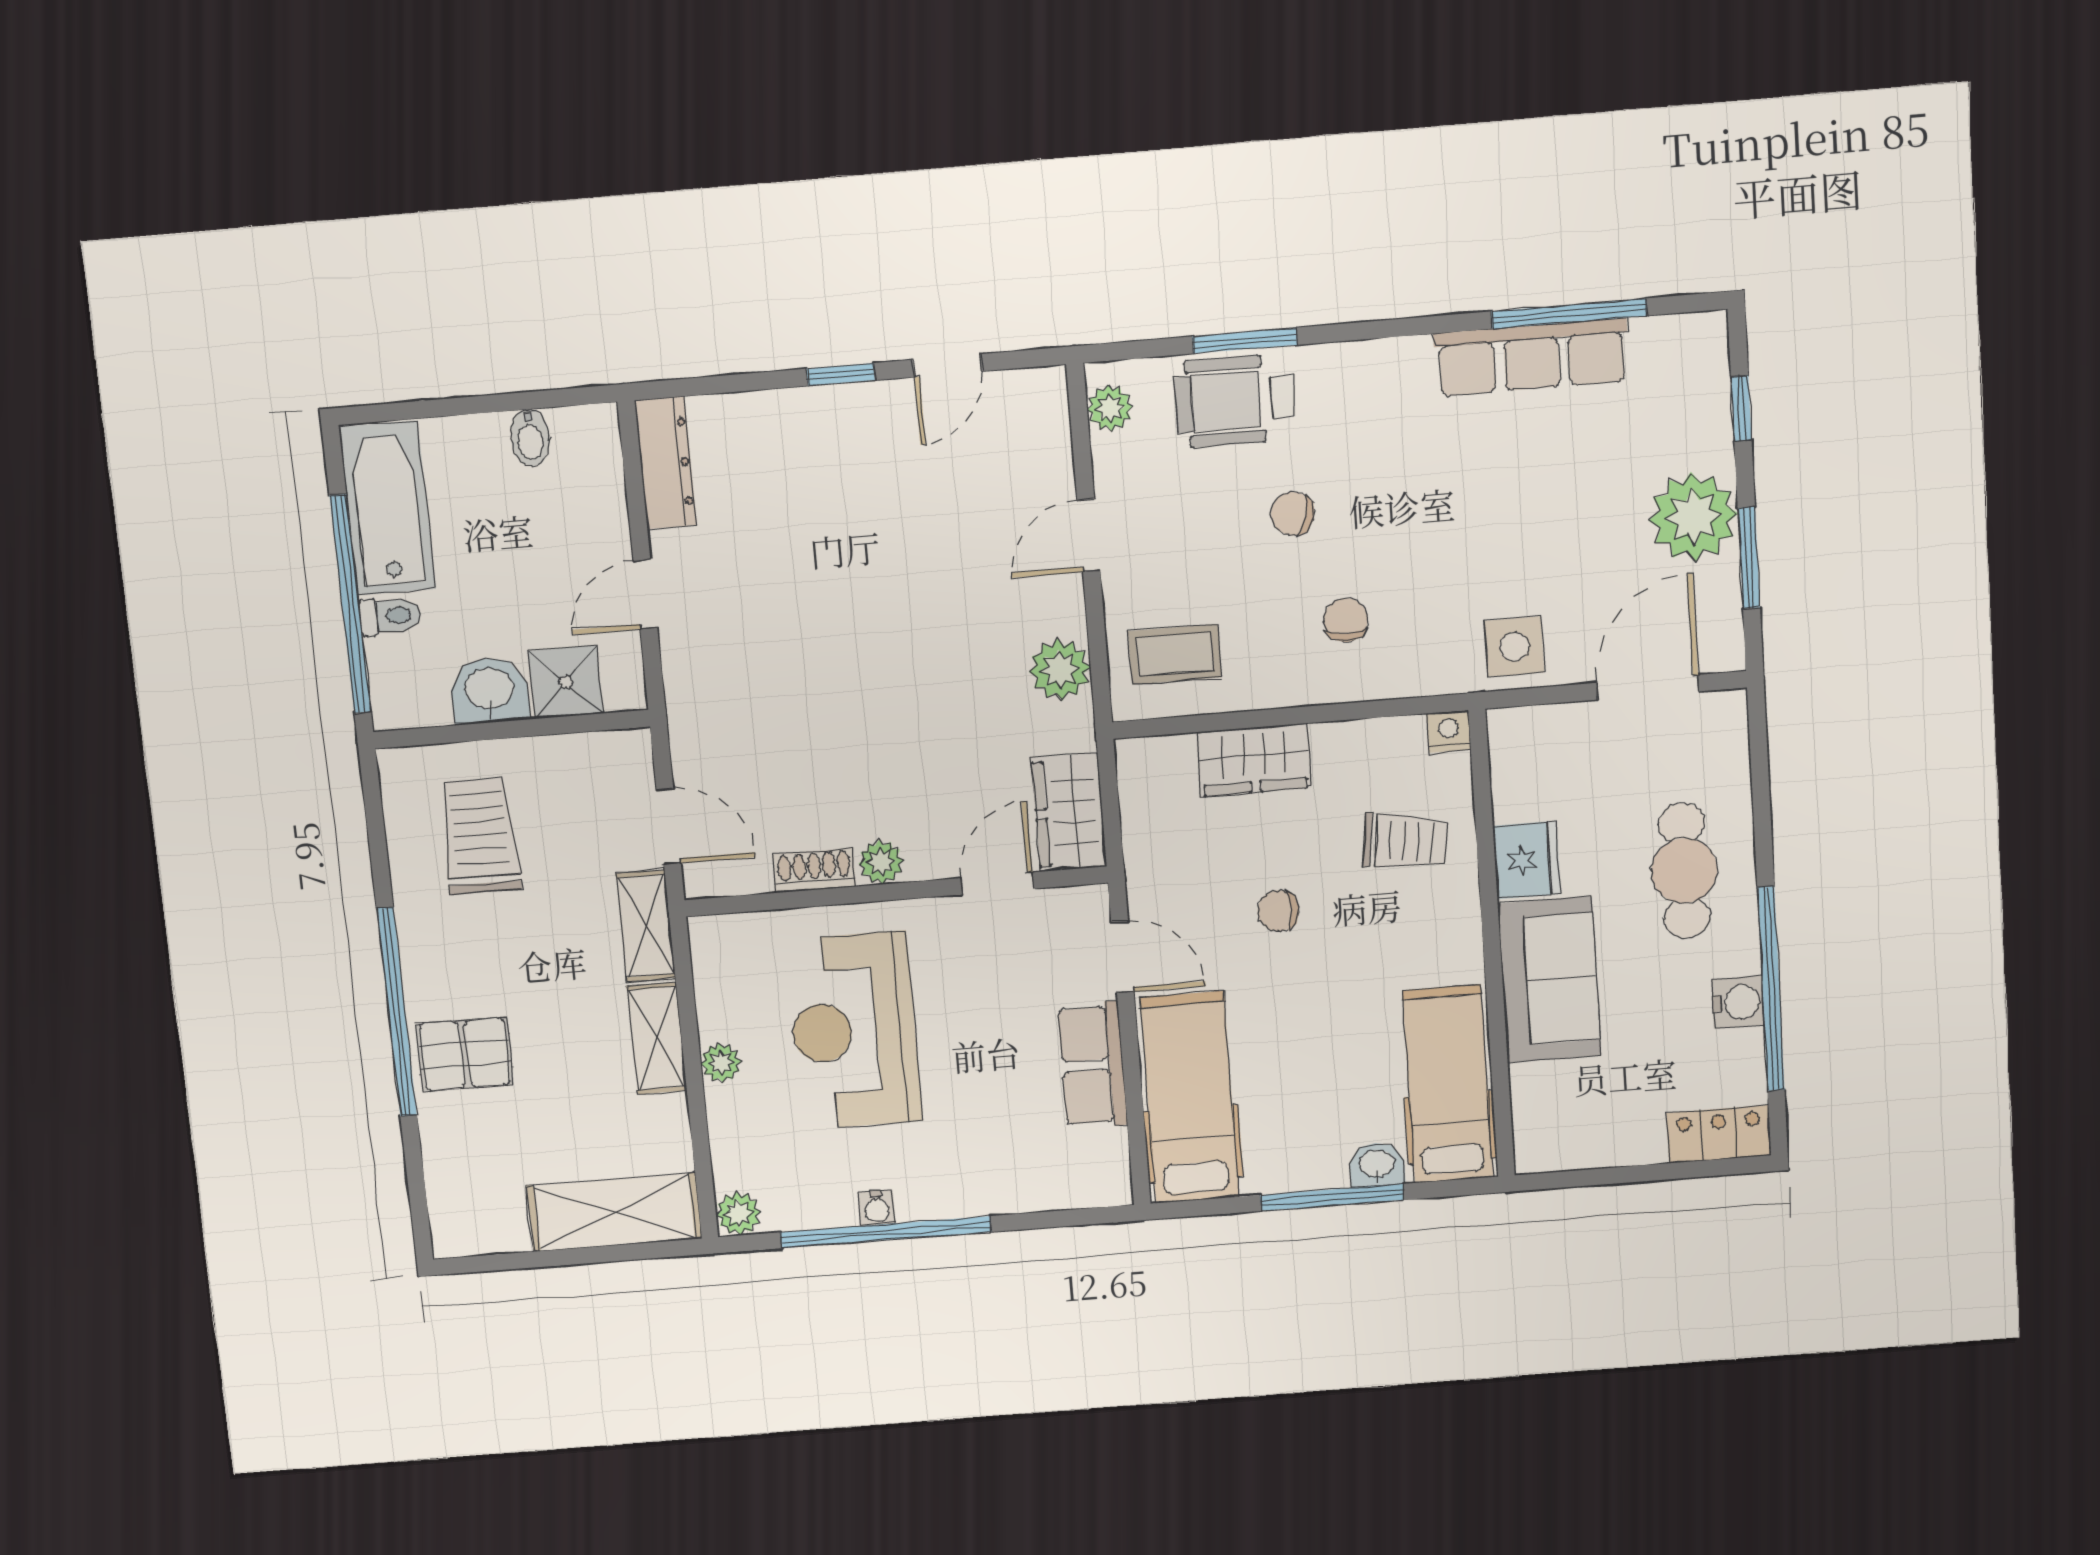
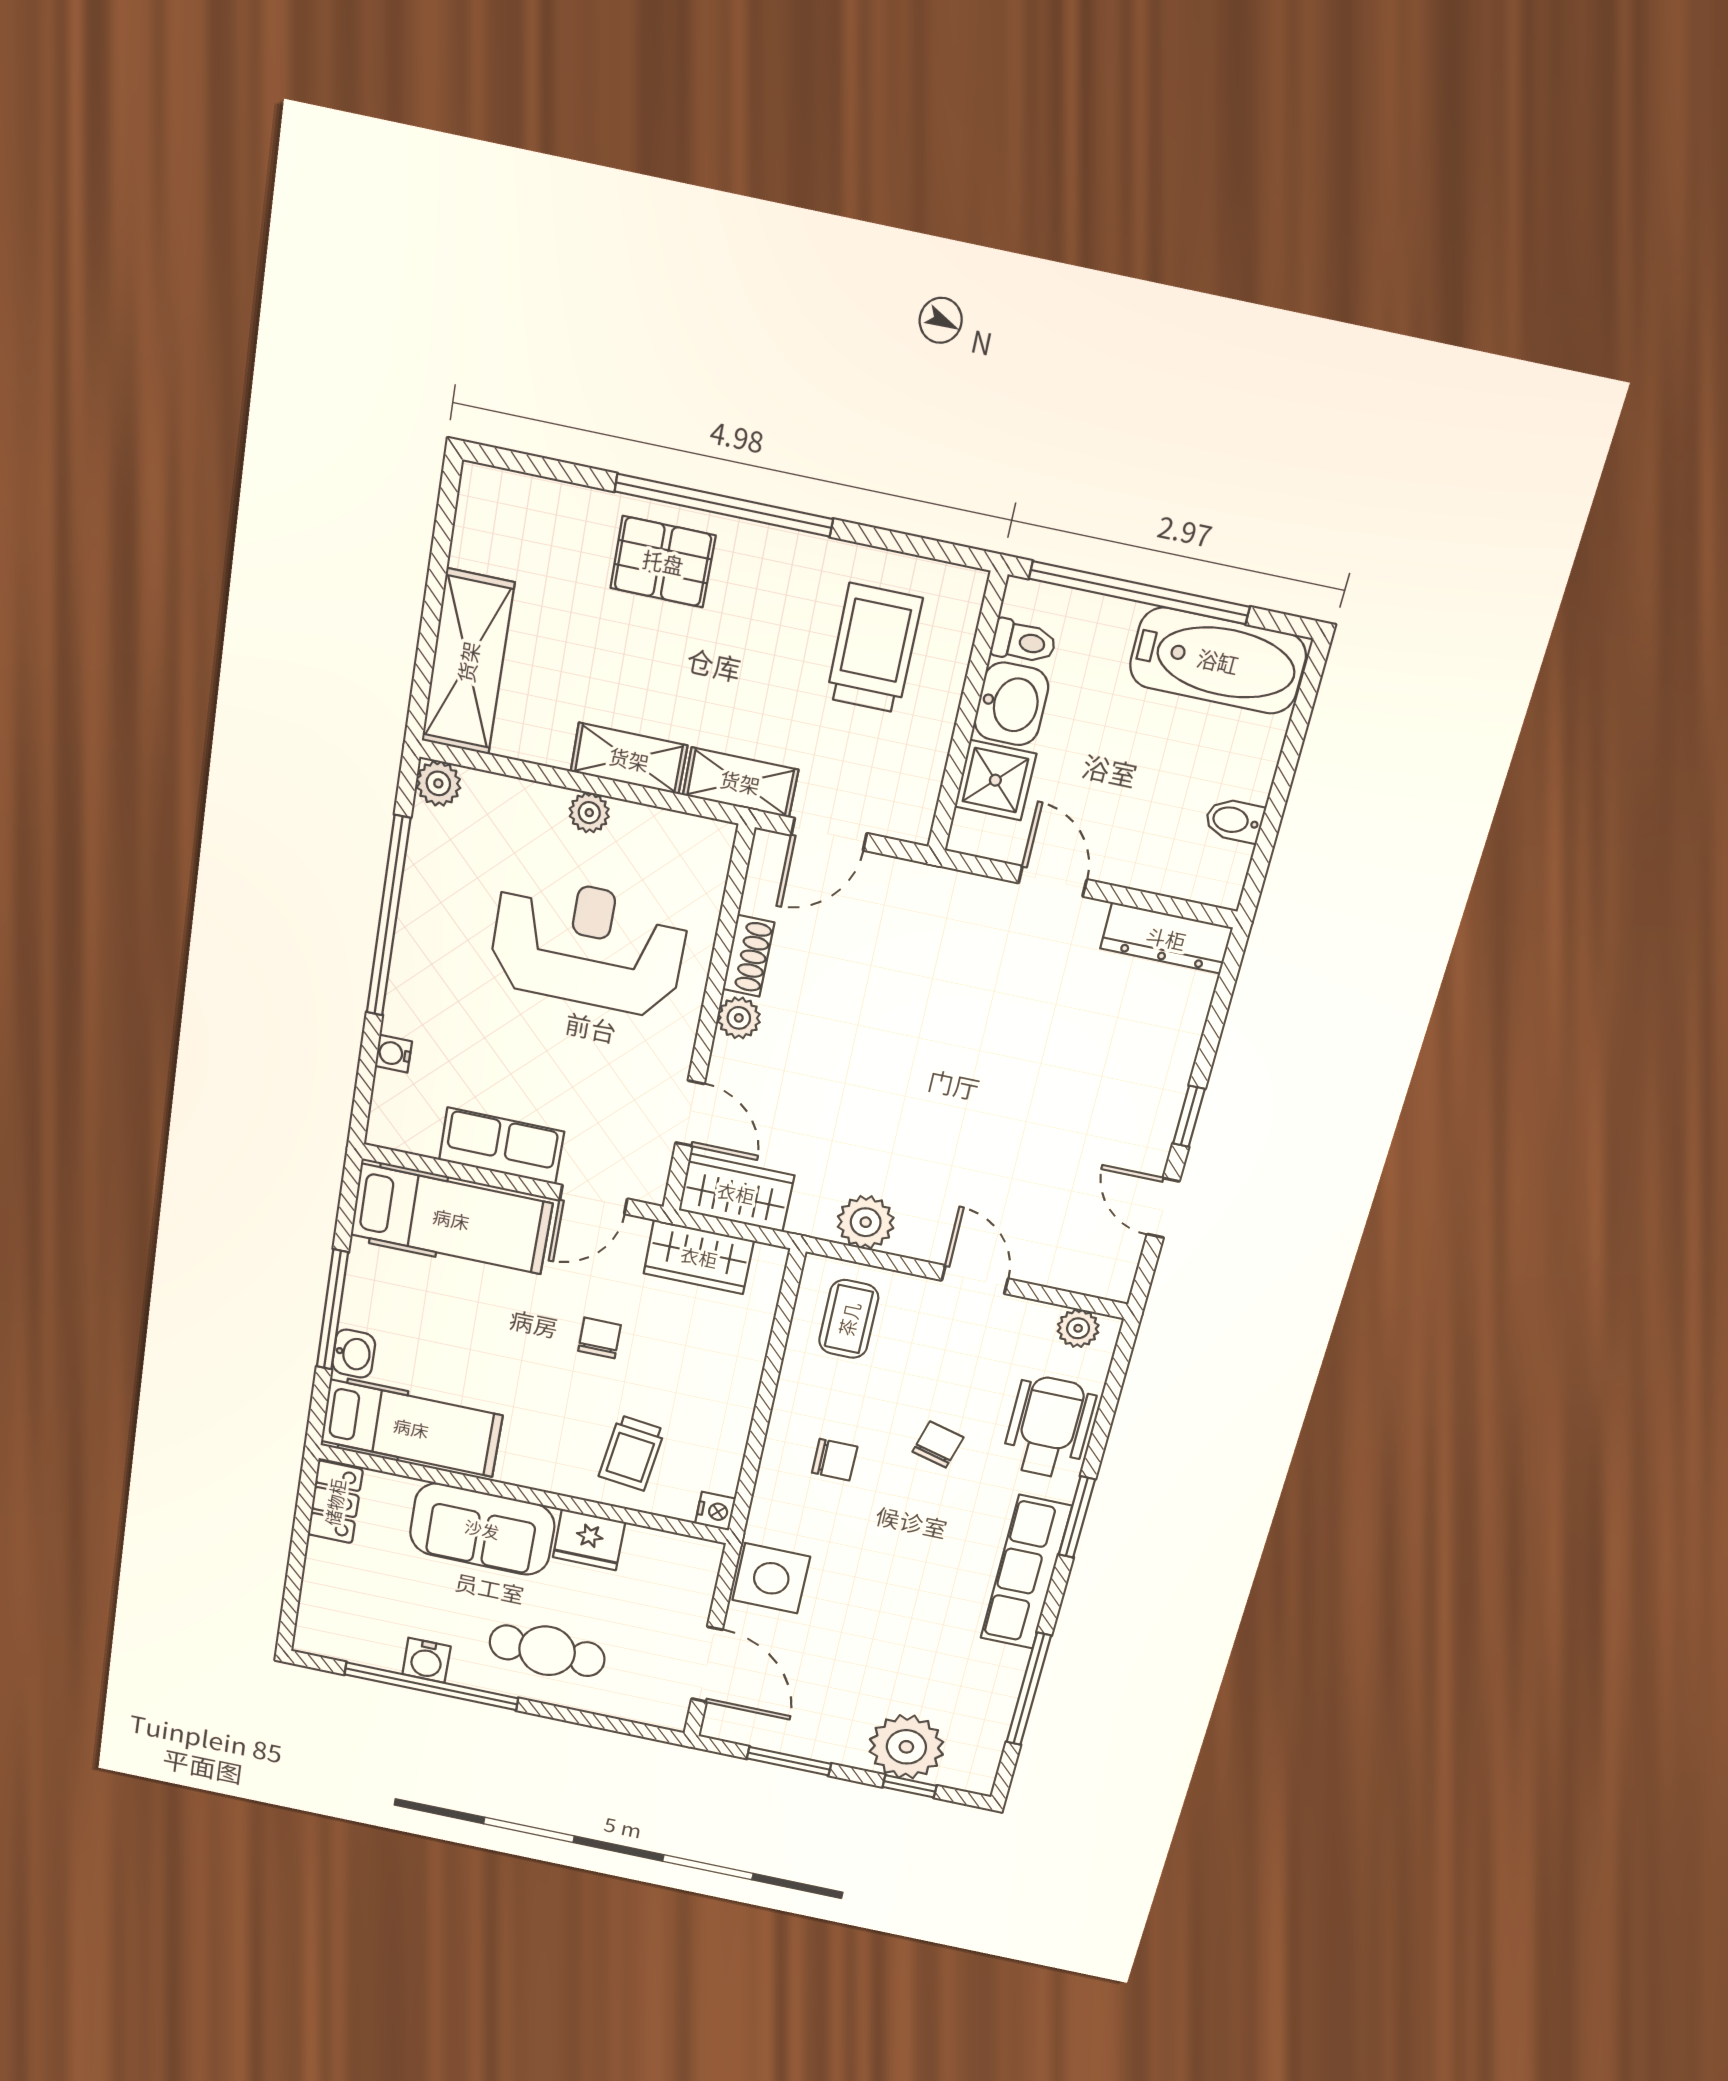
window: (1245, 341) -> (1077, 1517), moved
row of seats: (1532, 357) -> (1026, 1572), moved
plant: (1693, 517) -> (906, 1747), moved
toilet: (390, 616) -> (1024, 642), moved, turned -90
side table: (1514, 647) -> (771, 1578), width x1.37, depth x1.37
wardrobe: (1254, 760) -> (699, 1257), moved, turned -90
trolley: (480, 836) -> (874, 648), turned -90
pallet: (465, 1054) -> (663, 562), turned 90
locker: (1719, 1134) -> (335, 1502), moved
water cooler: (877, 1208) -> (393, 1054), moved

